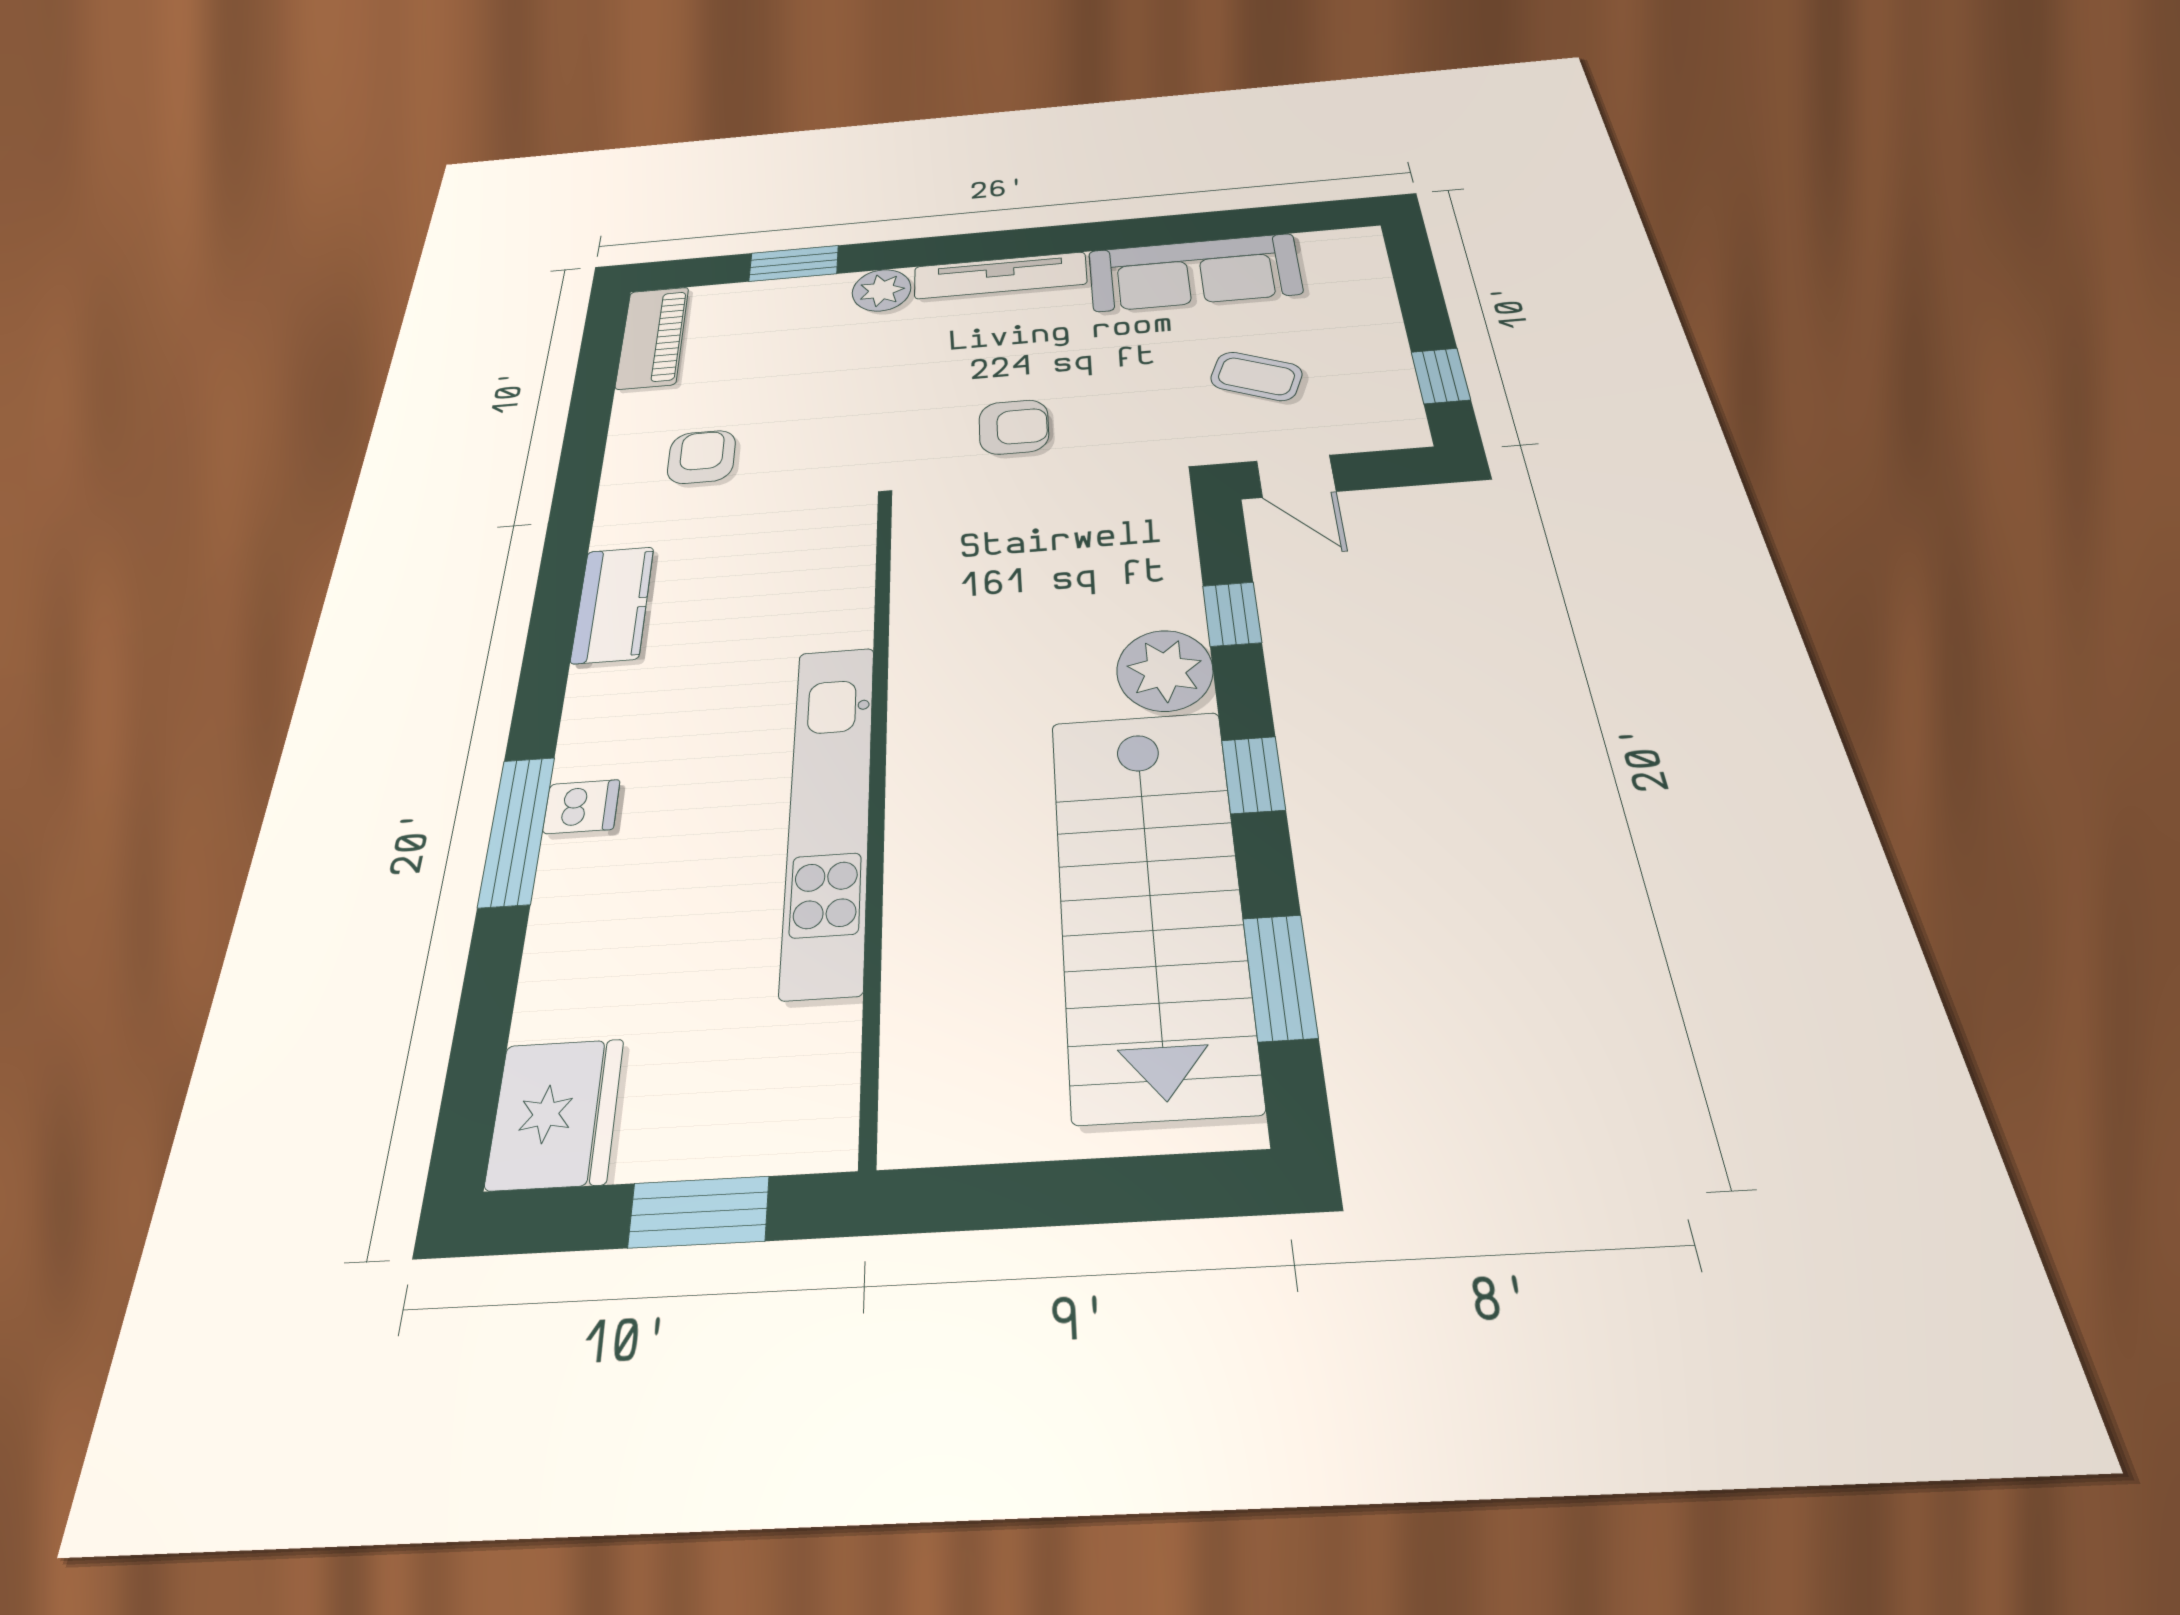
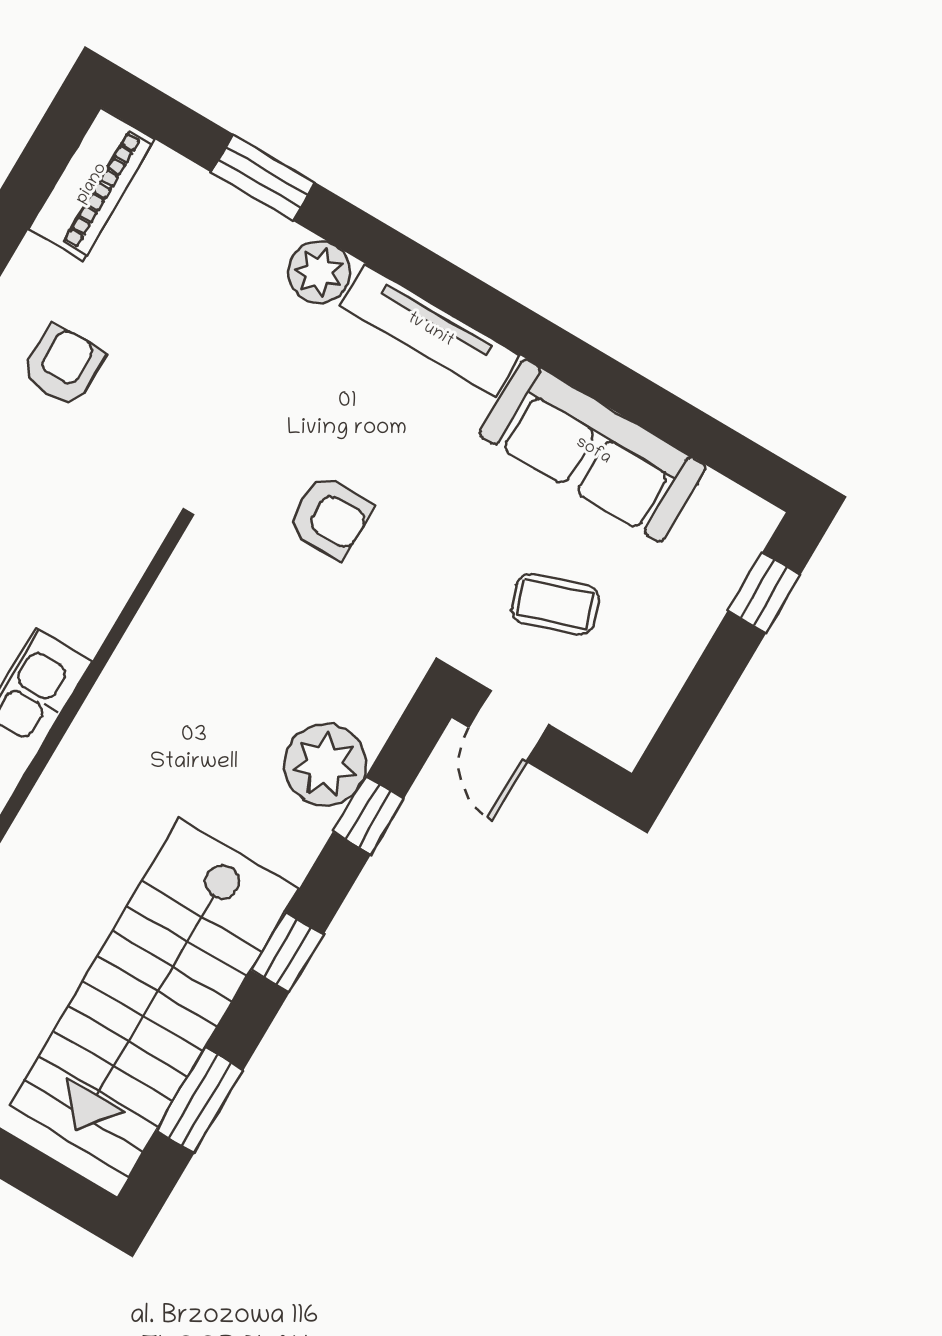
coffee table: (1256, 376) -> (555, 604), turned -41
window: (1441, 376) -> (764, 593), moved
plant: (1165, 671) -> (325, 765), moved

